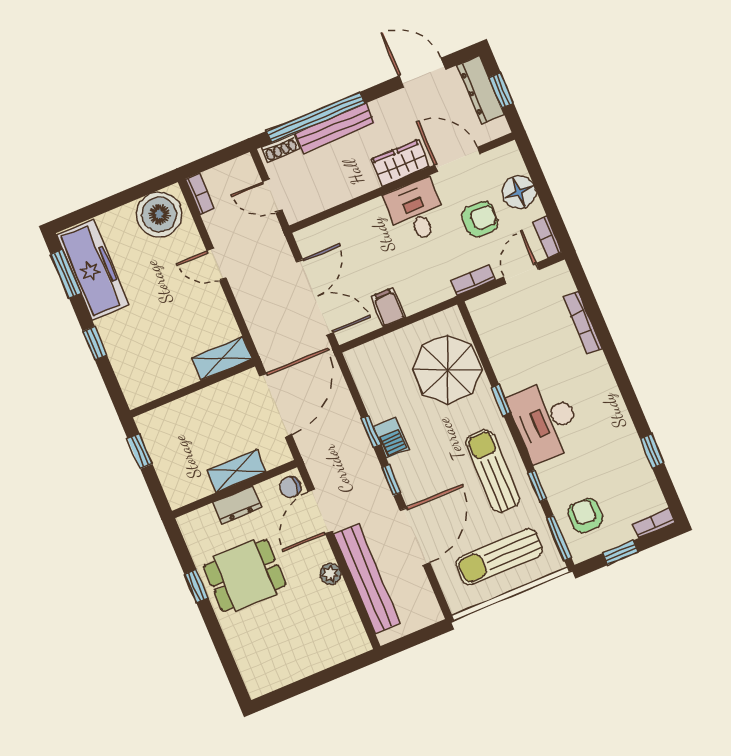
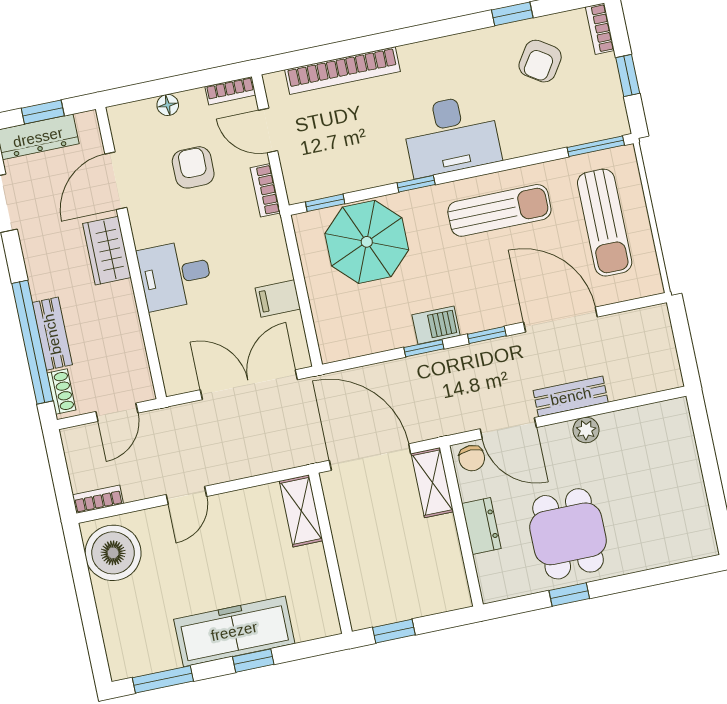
bench: (335, 128) -> (52, 334), width x0.73
floor lamp: (519, 192) -> (168, 105), width x0.53, depth x0.53
desk: (416, 211) -> (175, 275), moved
freezer: (93, 270) -> (234, 631), moved
bookcase: (583, 323) -> (342, 71), width x1.48, depth x1.31
shelving: (236, 471) -> (432, 483), moved
sun lounger: (493, 471) -> (499, 210), turned 180
window: (537, 486) -> (325, 203), moved
armchair: (585, 515) -> (540, 61), moved, turned -57
bench: (367, 579) -> (571, 396), width x0.54, depth x0.82

